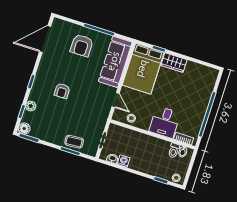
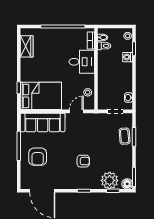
armchair: (82, 45) -> (38, 157), turned 90
wardrobe: (174, 63) -> (27, 46), moved
plant: (31, 106) -> (110, 180), width x1.87, depth x1.87
washing machine: (124, 161) -> (128, 57), moved

